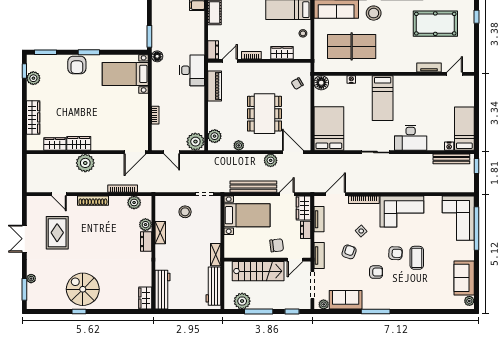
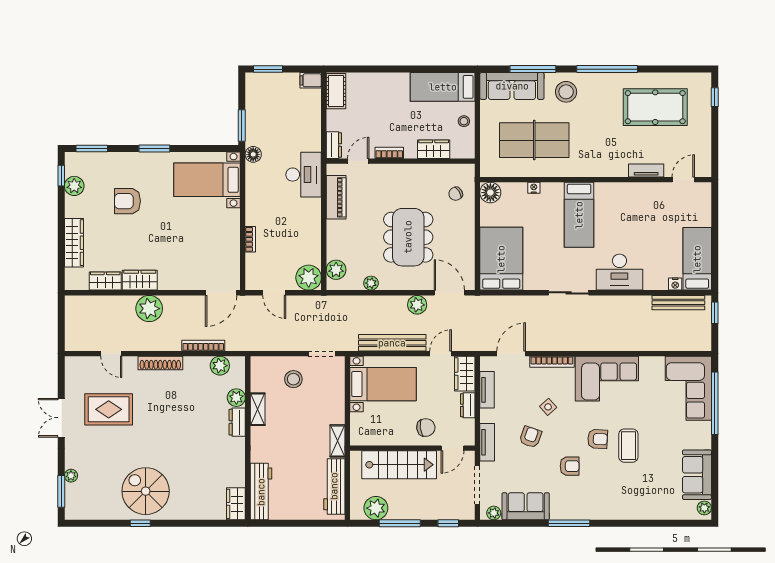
armchair: (77, 65) -> (127, 201), moved, turned 90
rug: (57, 233) -> (109, 409), turned 90

